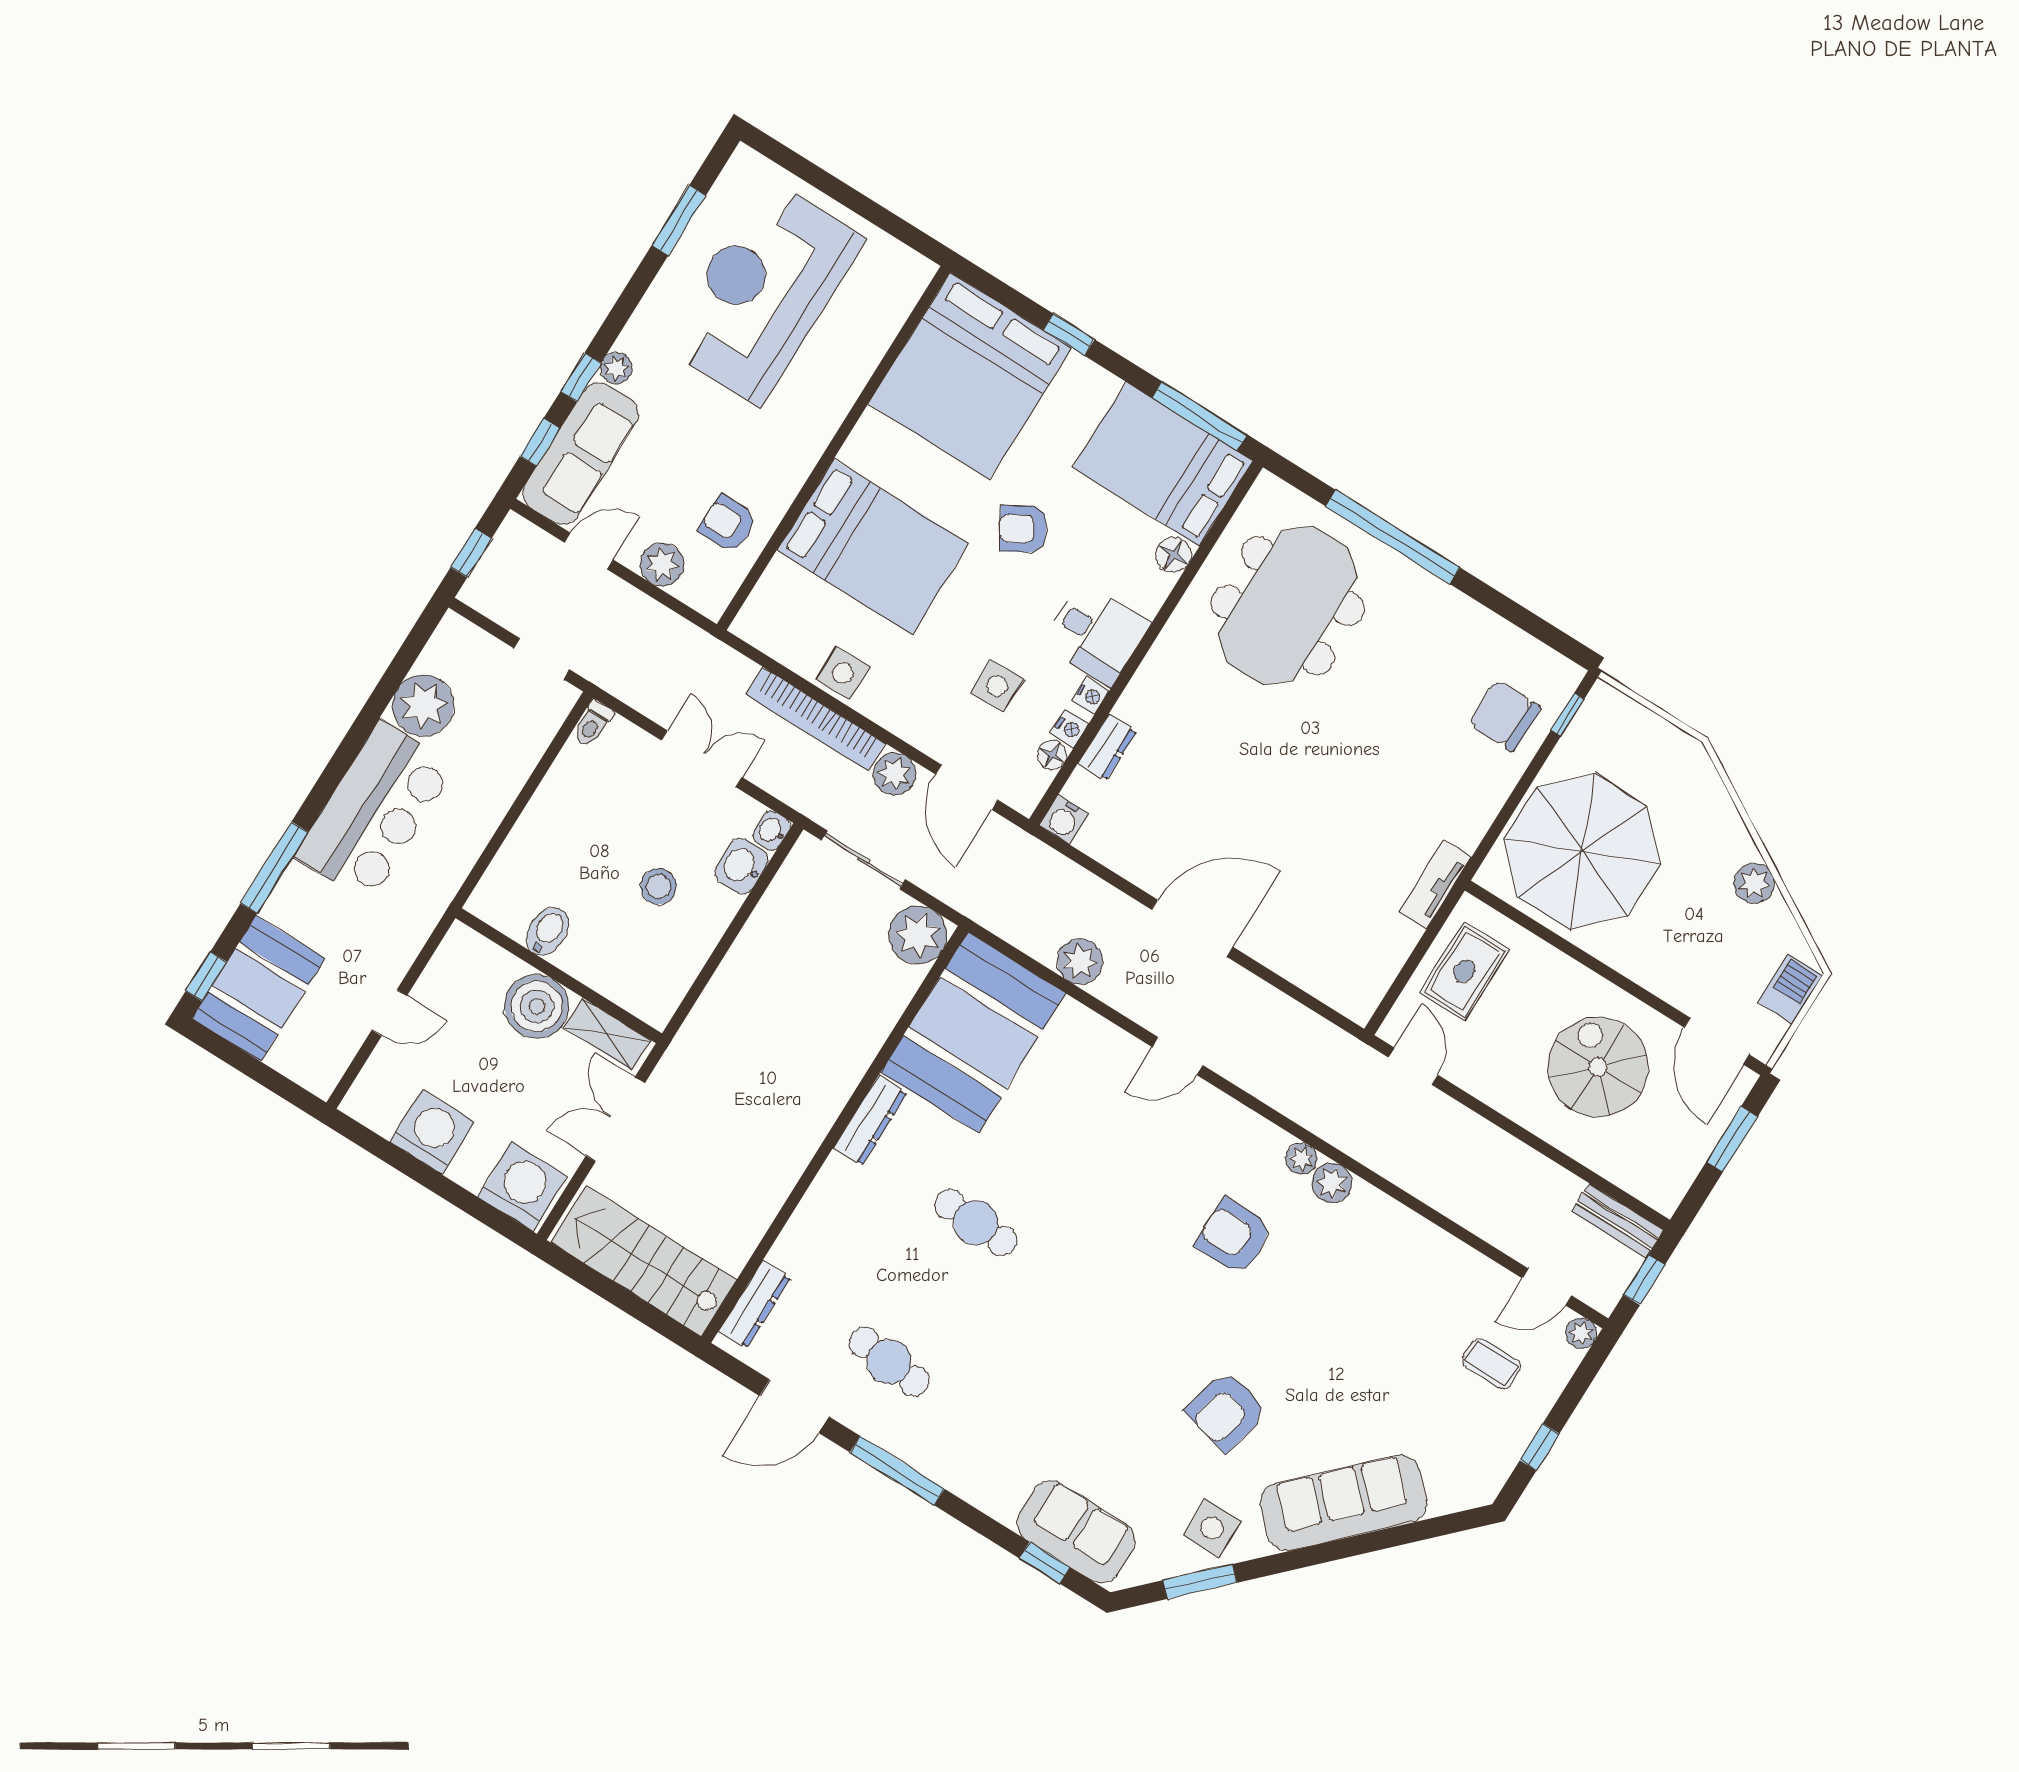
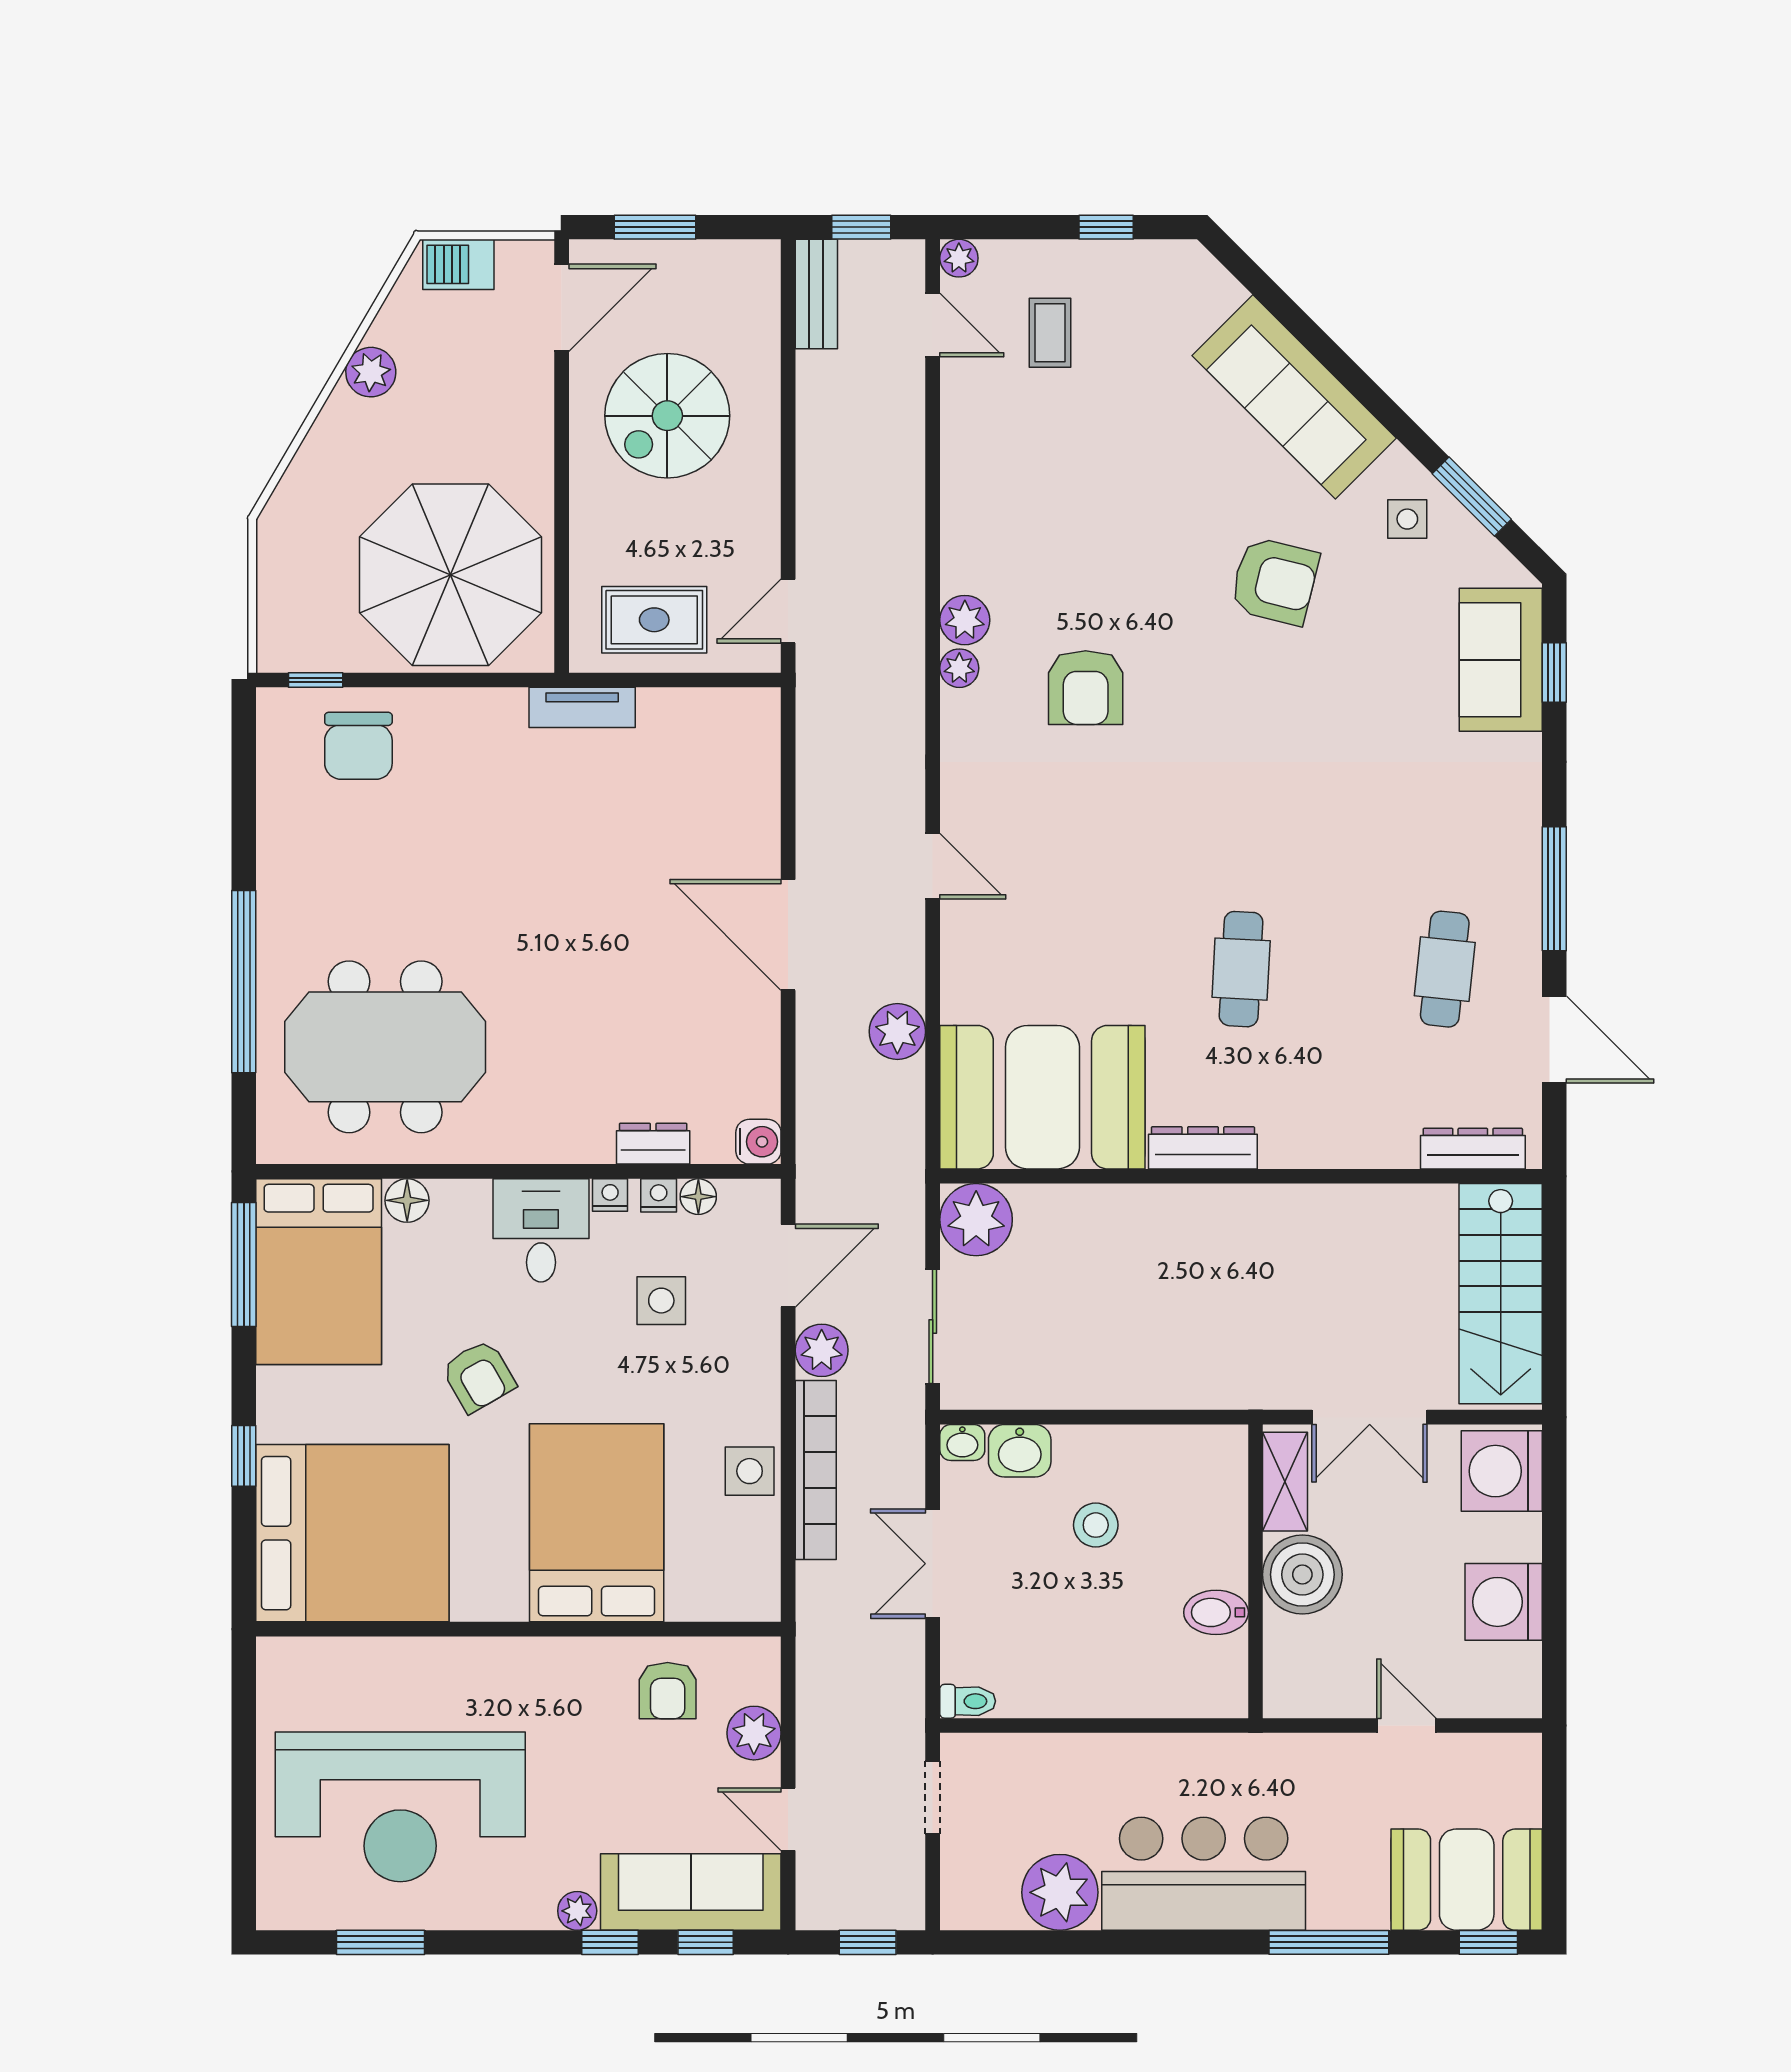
side table: (1212, 1528) -> (1407, 519), width x0.73, depth x0.73

